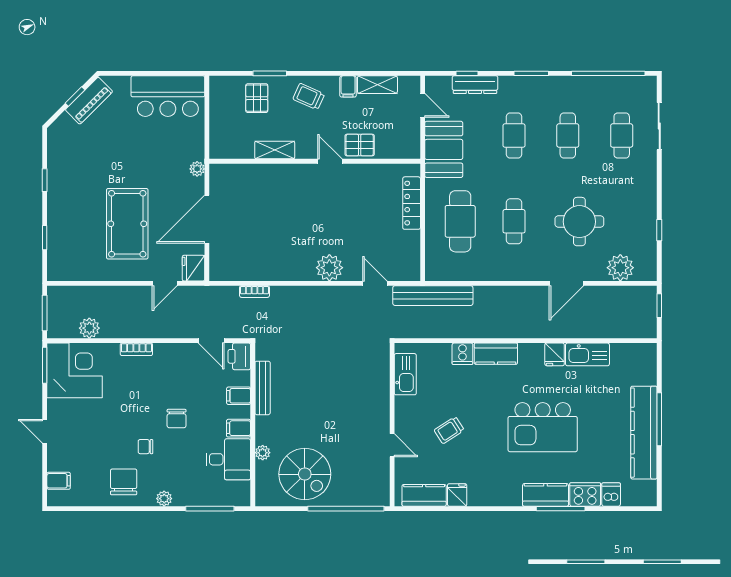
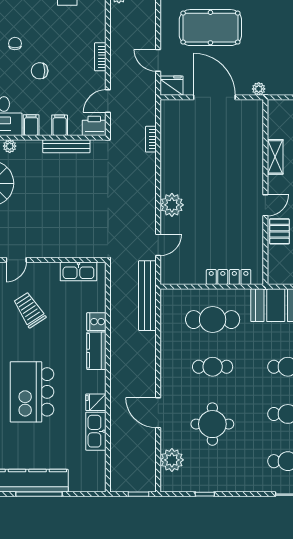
bookcase: (136, 349) -> (100, 57), moved
trolley: (449, 430) -> (29, 310), width x1.36, depth x1.39

